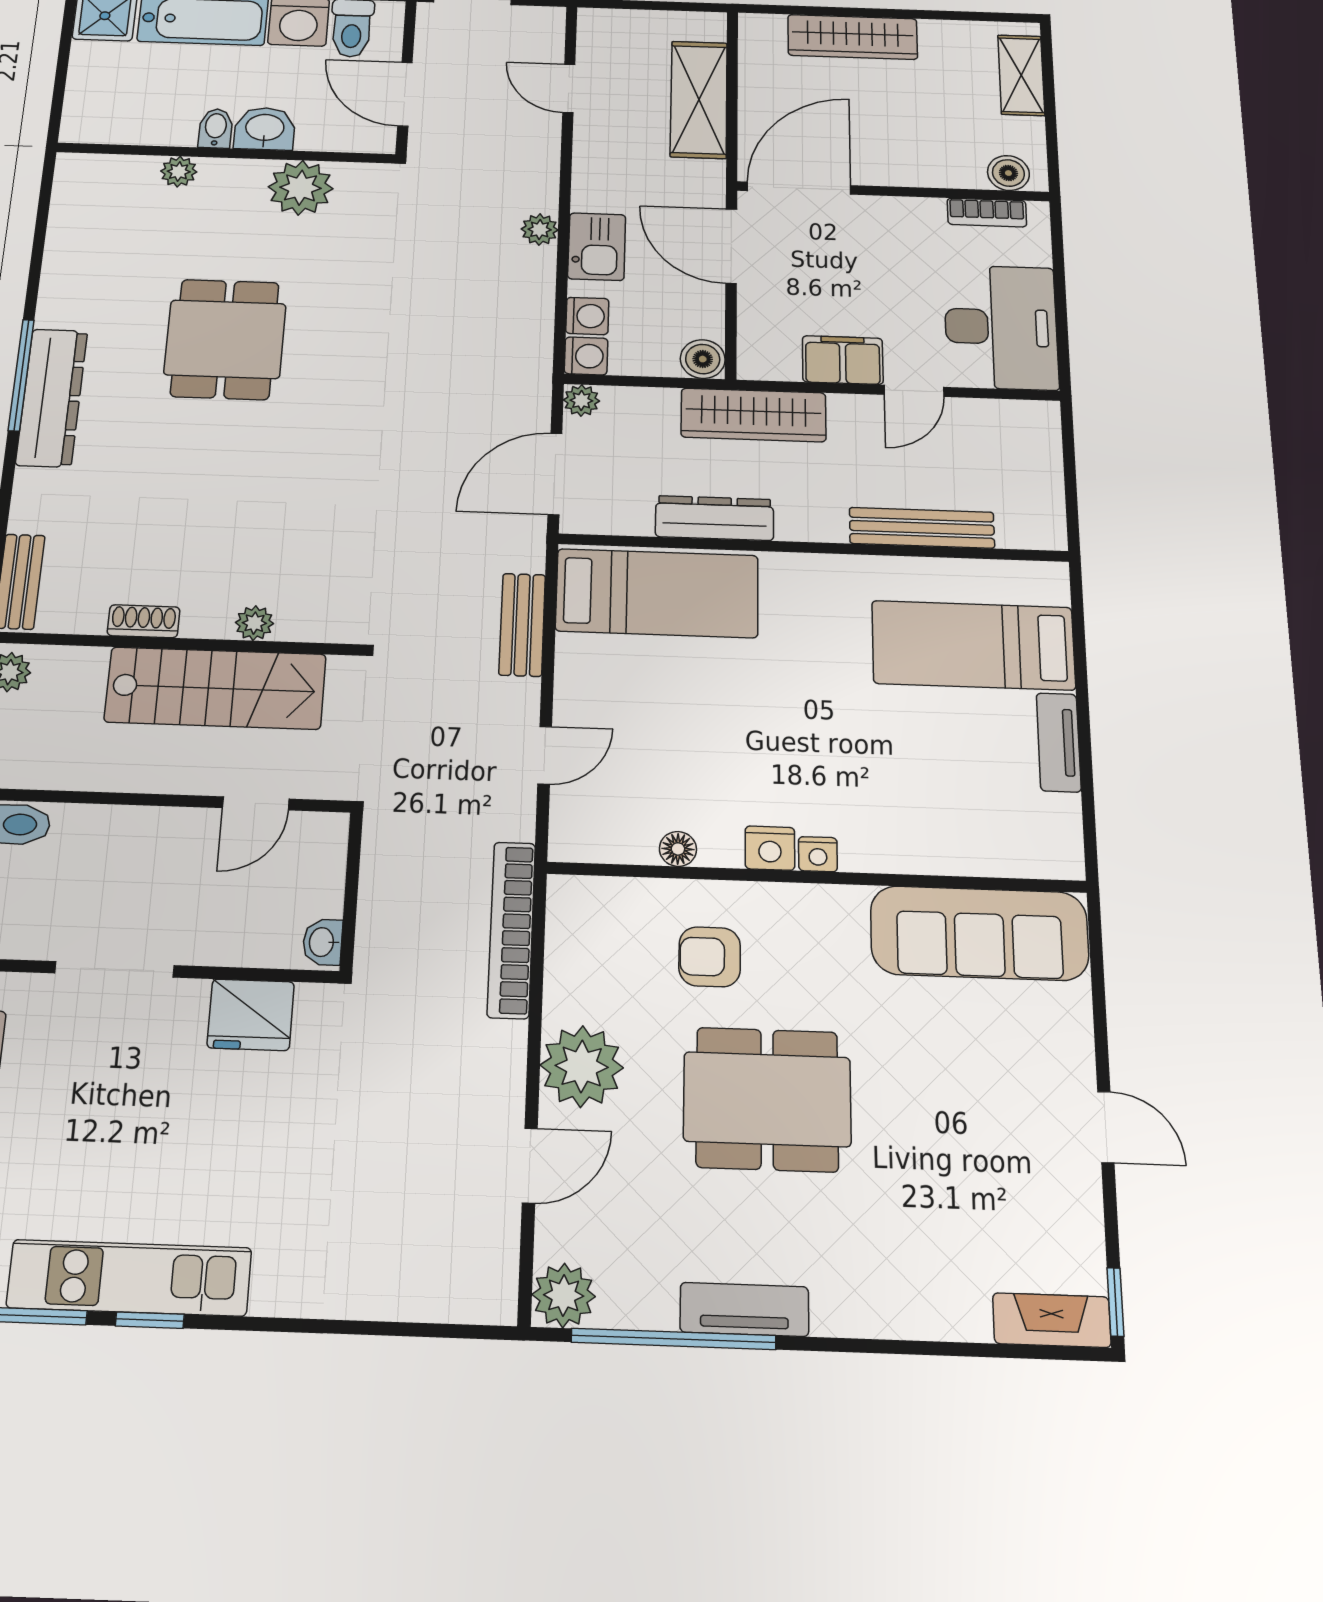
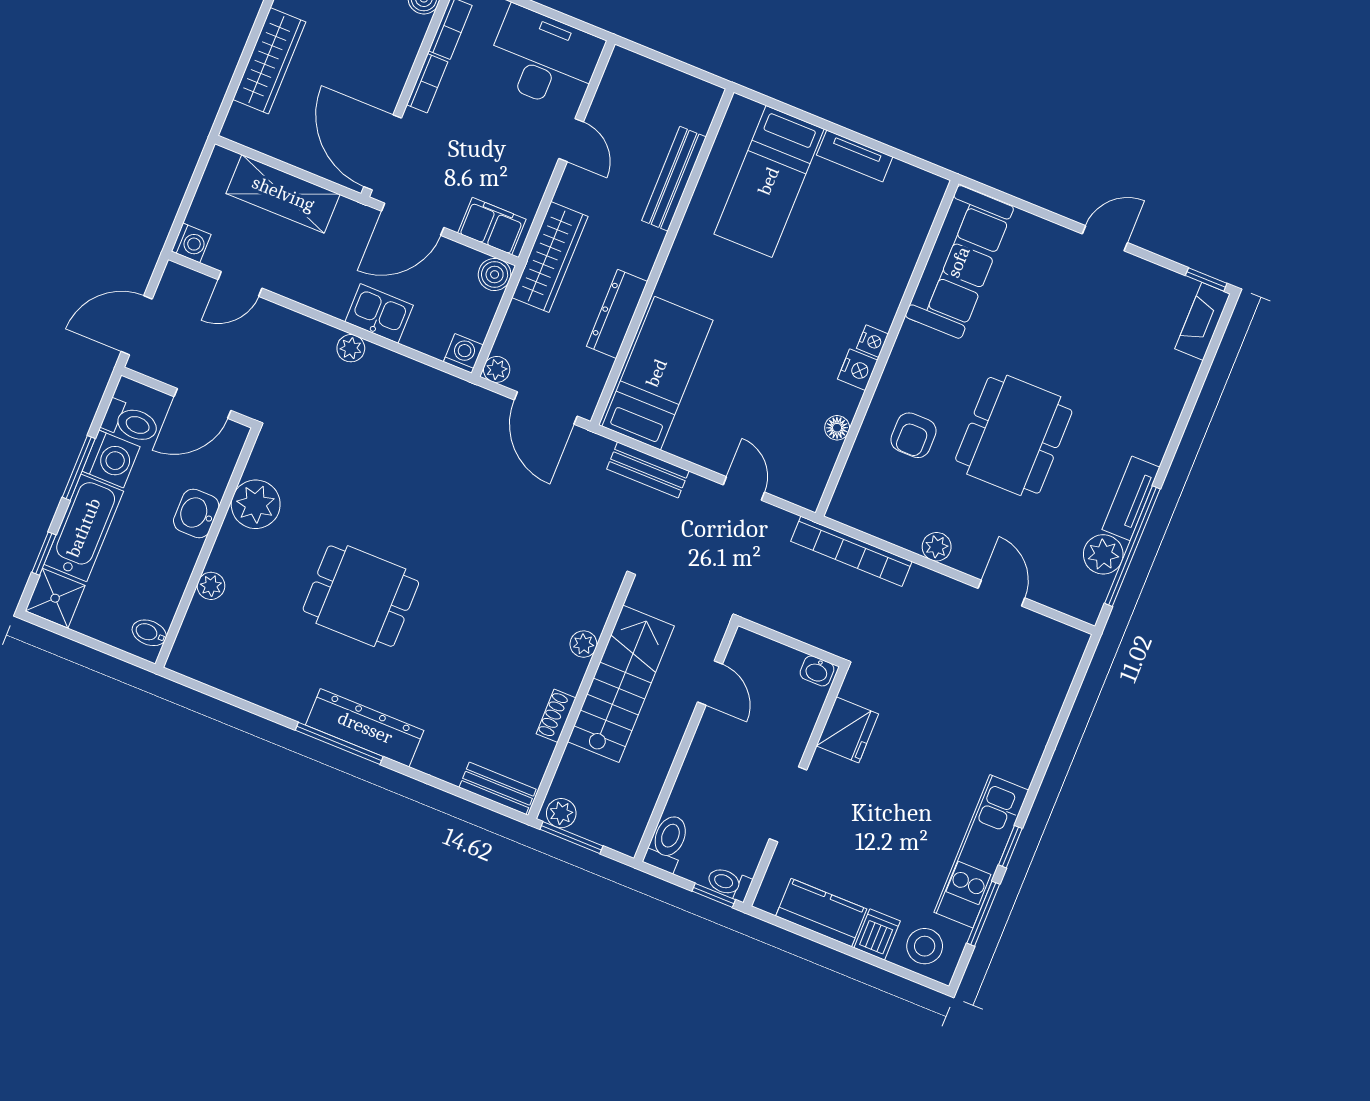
bidet: (216, 128) -> (149, 633), moved
bookcase: (907, 209) -> (427, 83), added
washing machine: (587, 316) -> (191, 243), moved, turned 90
filing cabinet: (843, 360) -> (492, 226), moved, turned 90
plant: (582, 1066) -> (937, 547), width x0.53, depth x0.53
plant: (564, 1295) -> (1103, 554), moved

